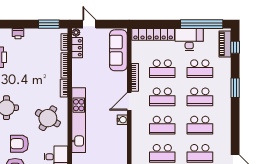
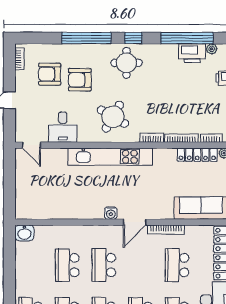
locker: (77, 48) -> (197, 155), width x1.53
school desk: (162, 97) -> (140, 265), removed
door: (129, 101) -> (135, 222), swing flipped
armchair: (19, 144) -> (80, 80), turned -90

